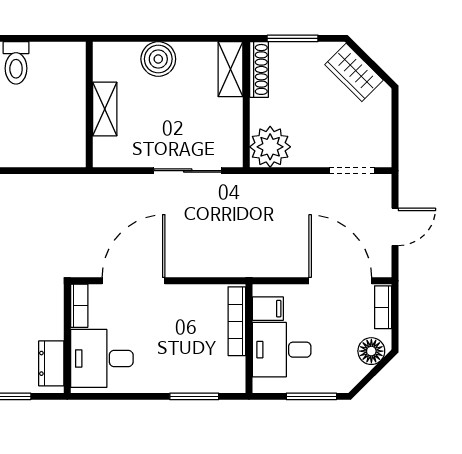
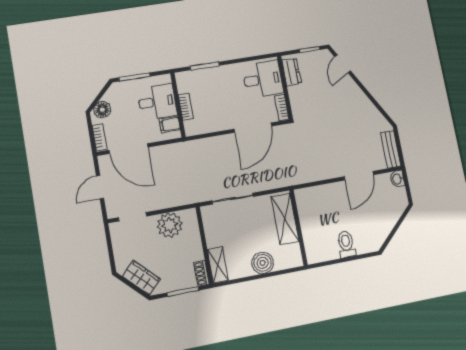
shoe rack: (259, 69) -> (201, 273), width x0.70
shelving: (105, 109) -> (285, 219), width x1.50, depth x1.33
plant: (270, 147) -> (170, 225), moved
bookcase: (237, 321) -> (186, 107), width x0.64

